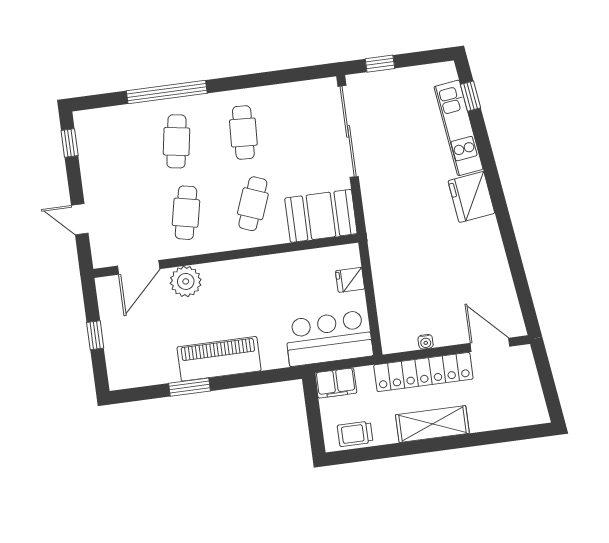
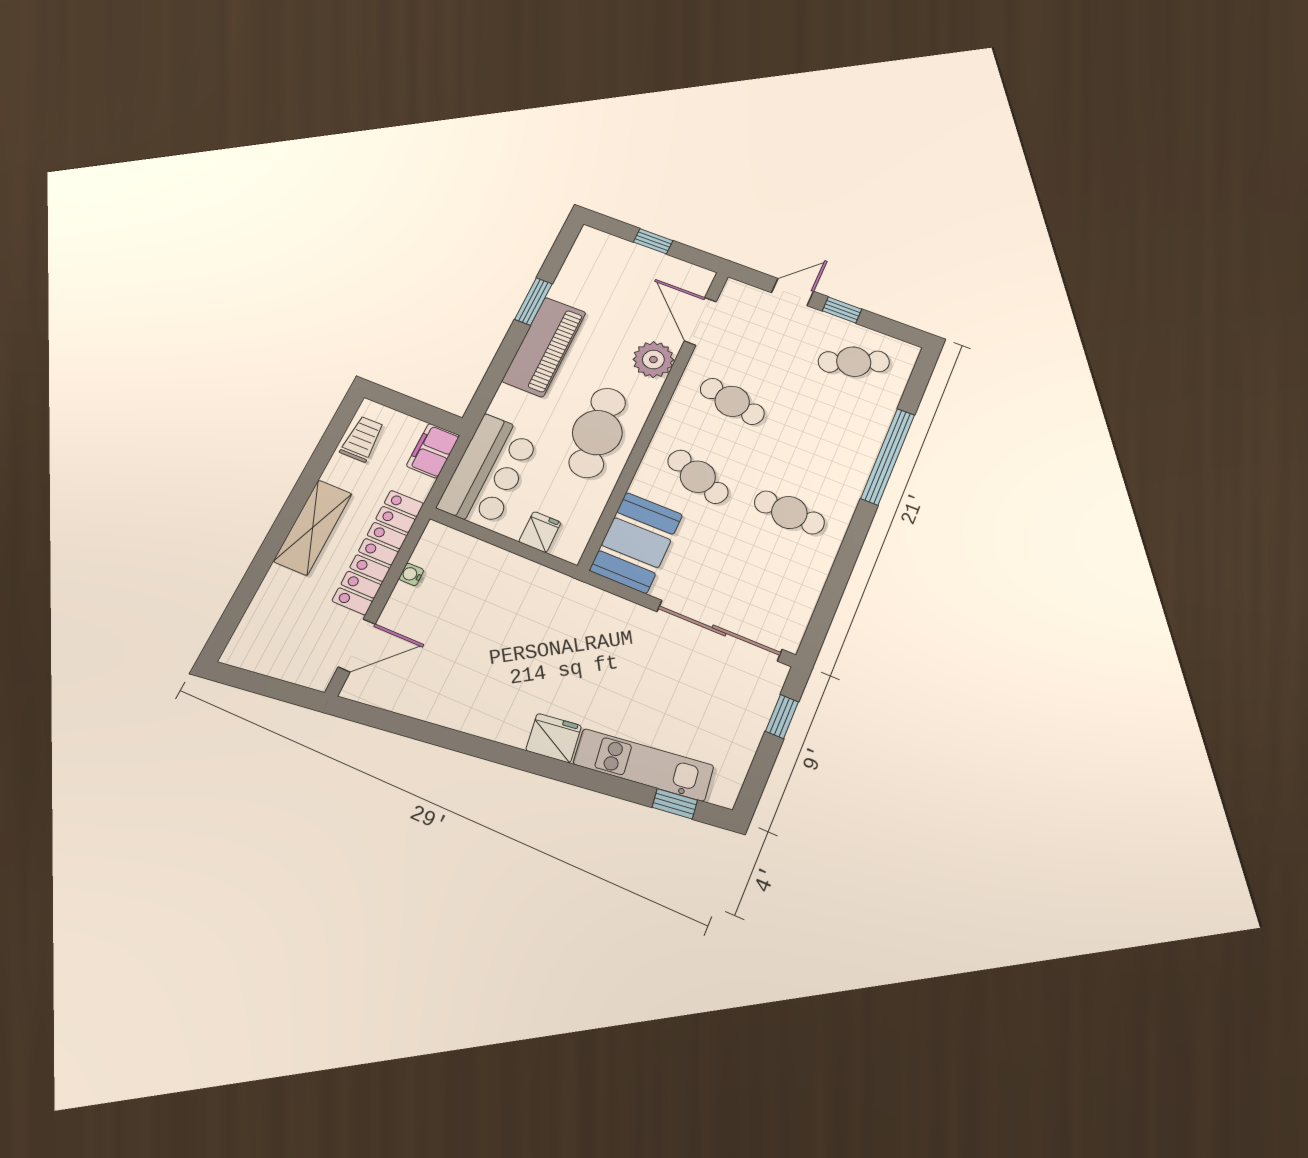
cafe table: (176, 141) -> (854, 362), moved, turned -33
window: (70, 143) -> (842, 310), moved
fridge: (471, 197) -> (554, 738), width x0.73, depth x0.75
cafe table: (260, 286) -> (597, 433), added

